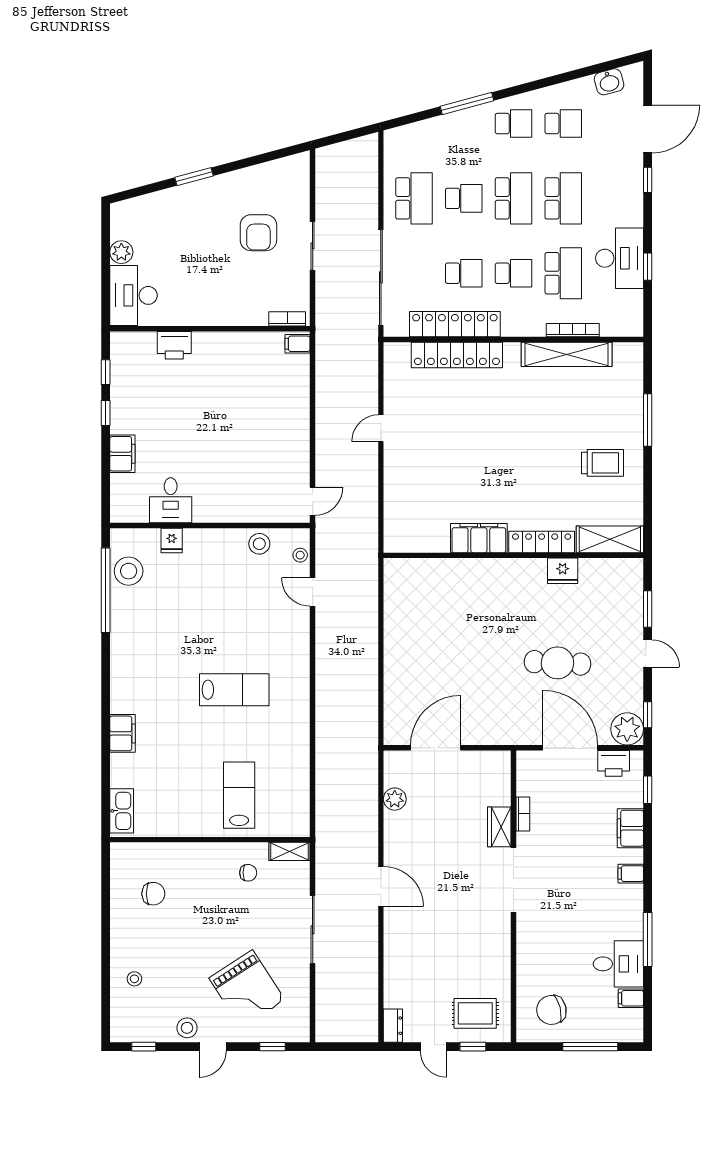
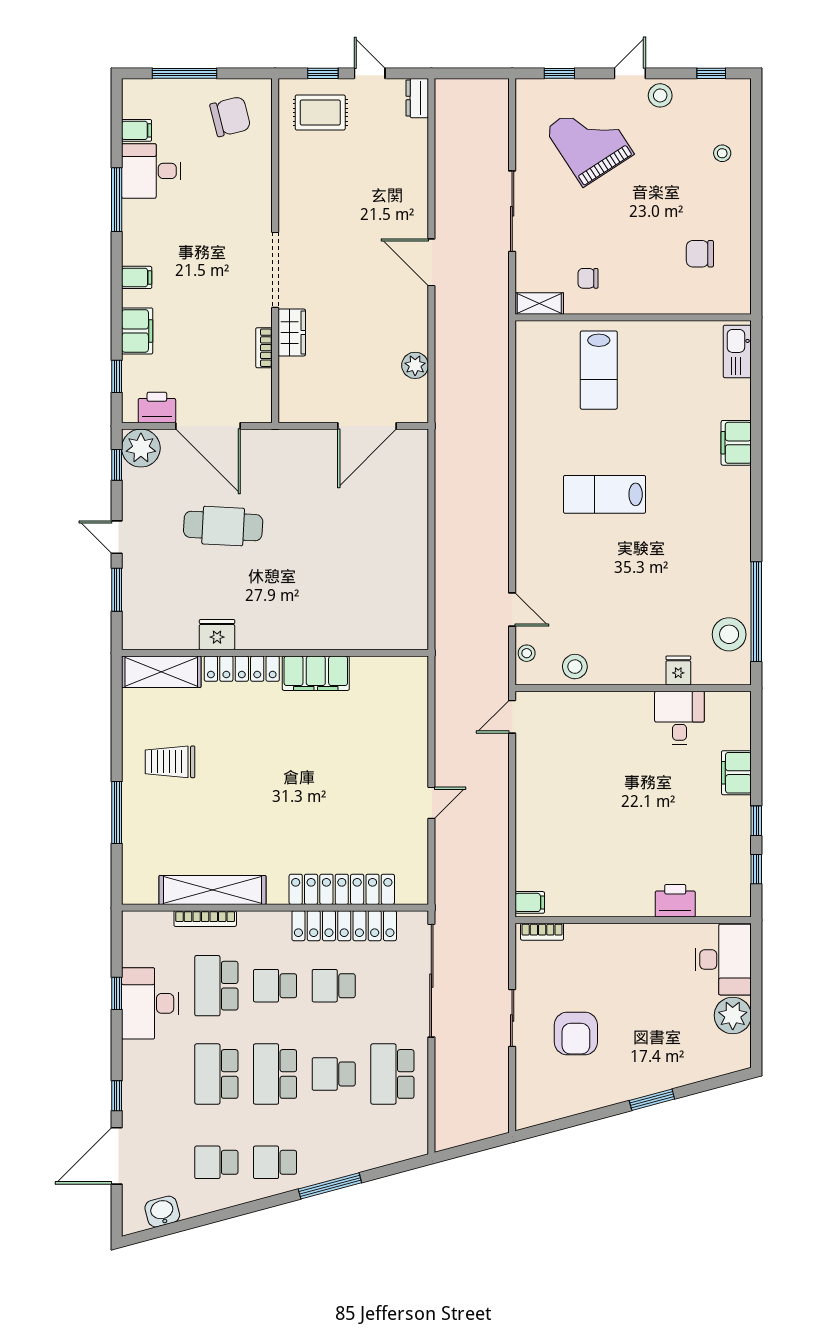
armchair: (258, 233) -> (576, 1034), turned 180
plant: (121, 252) -> (733, 1015), width x1.36, depth x1.36

